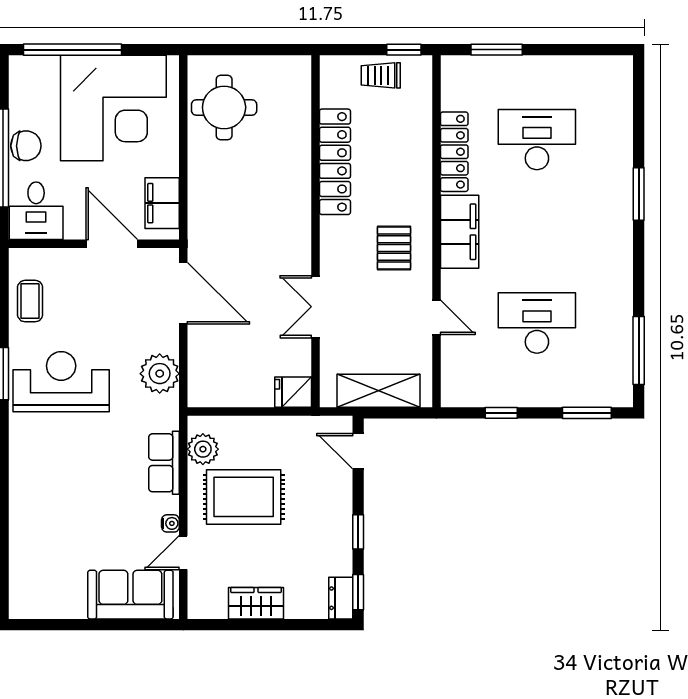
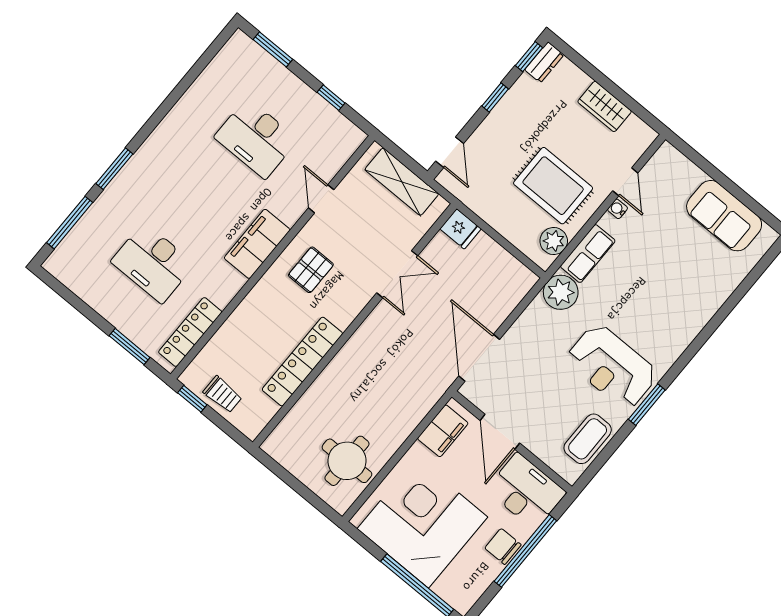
locker: (454, 152) -> (190, 332), moved
desk: (36, 211) -> (526, 491), width x1.37
coffee table: (30, 301) -> (588, 439), width x1.36, depth x1.30
window: (639, 350) -> (70, 223), moved
plant: (160, 374) -> (561, 292), moved
door: (183, 553) -> (625, 182), hinge flipped
sofa: (130, 595) -> (724, 216), moved

